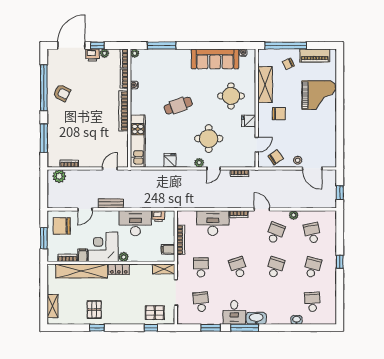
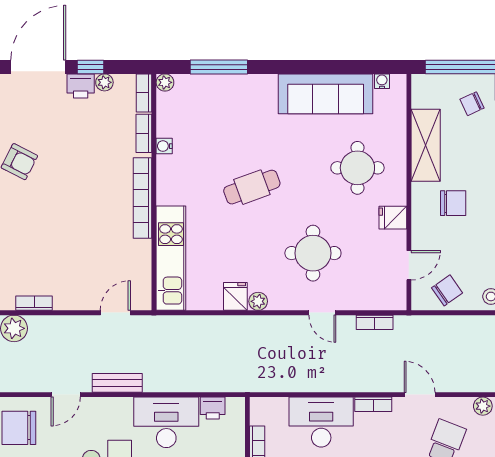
plant: (199, 163) -> (258, 301), moved
door: (213, 168) -> (322, 313), hinge flipped

